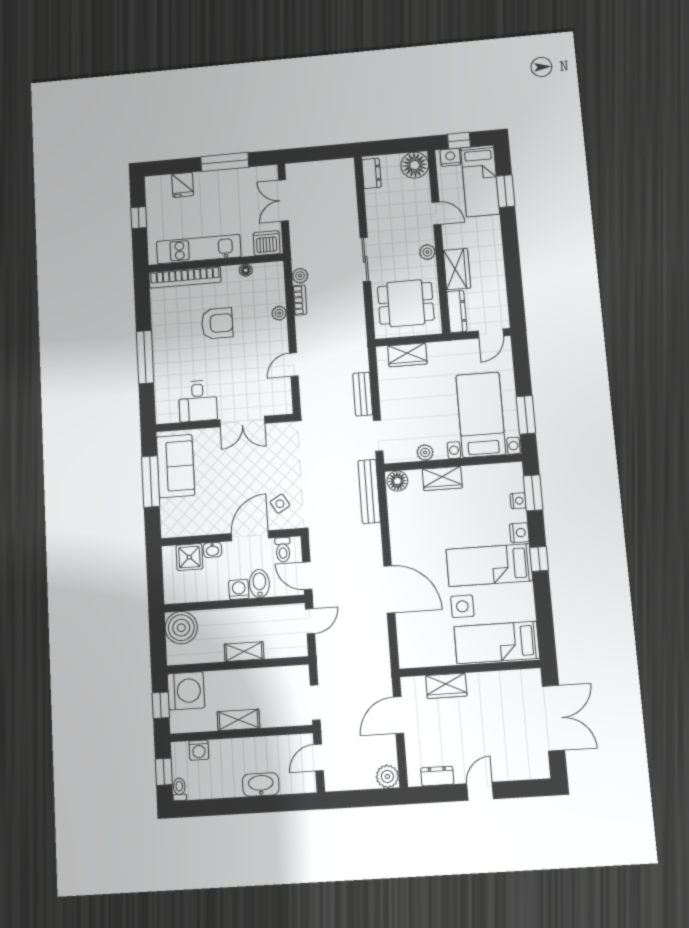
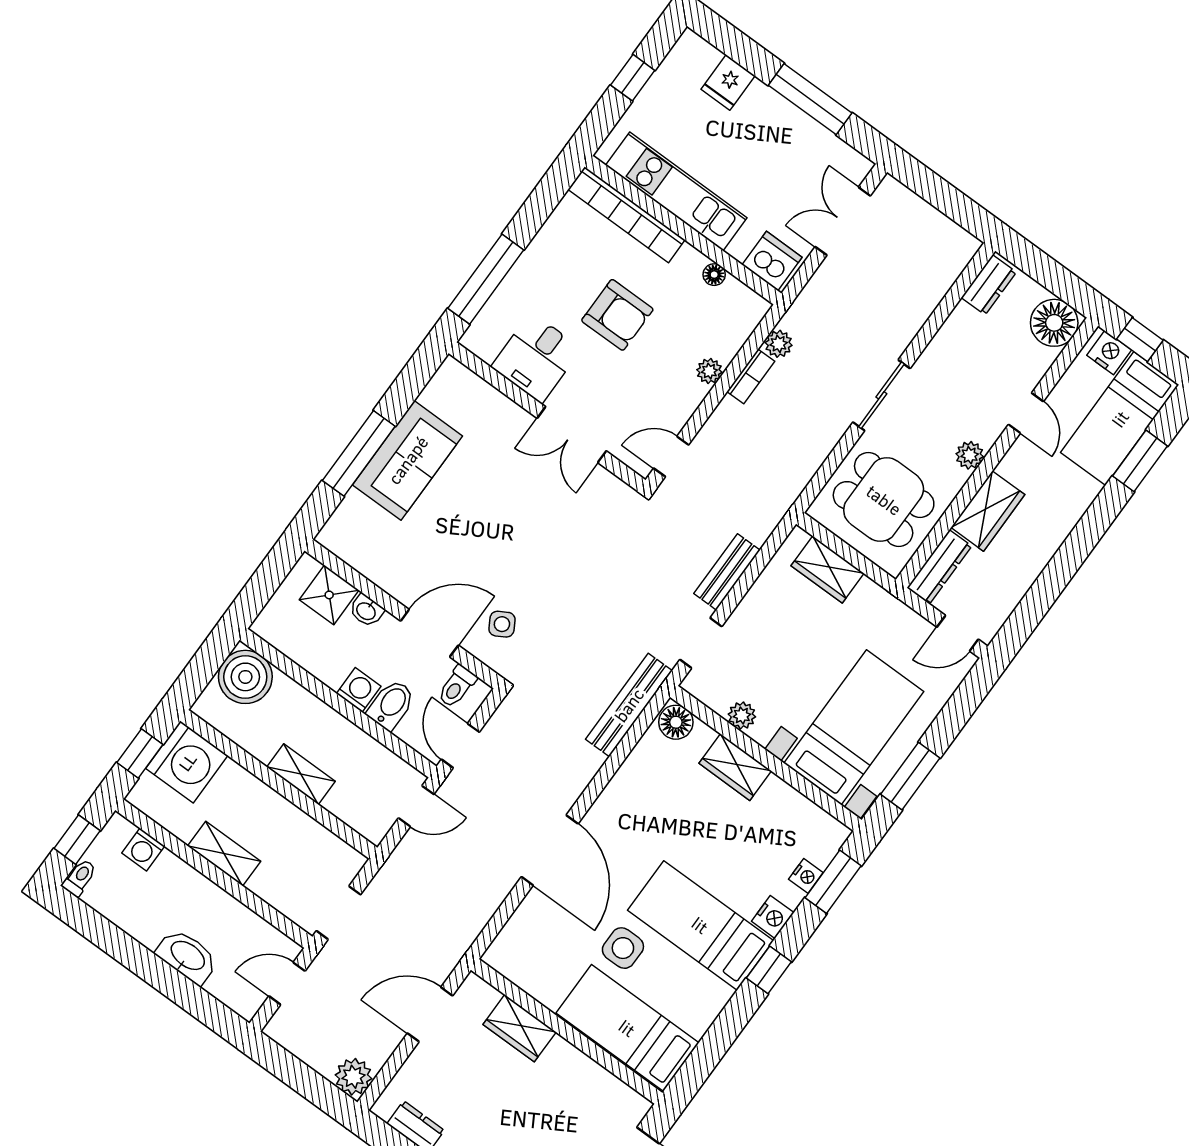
desk: (198, 401) -> (536, 358), moved
double door: (242, 422) -> (572, 435), moved
wall: (224, 423) -> (547, 417), moved

